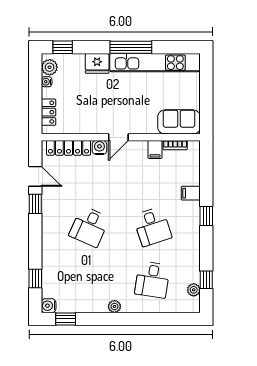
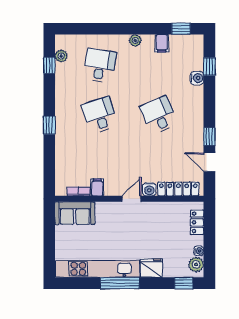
filing cabinet: (191, 193) -> (162, 43), moved, turned 90
desk: (89, 227) -> (159, 115), turned -48
water cooler: (49, 306) -> (197, 78), moved

